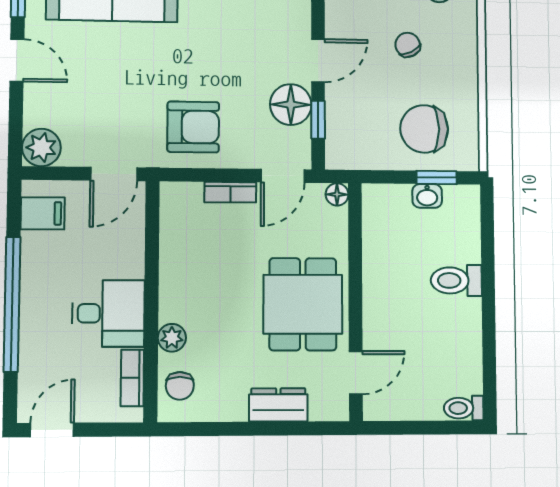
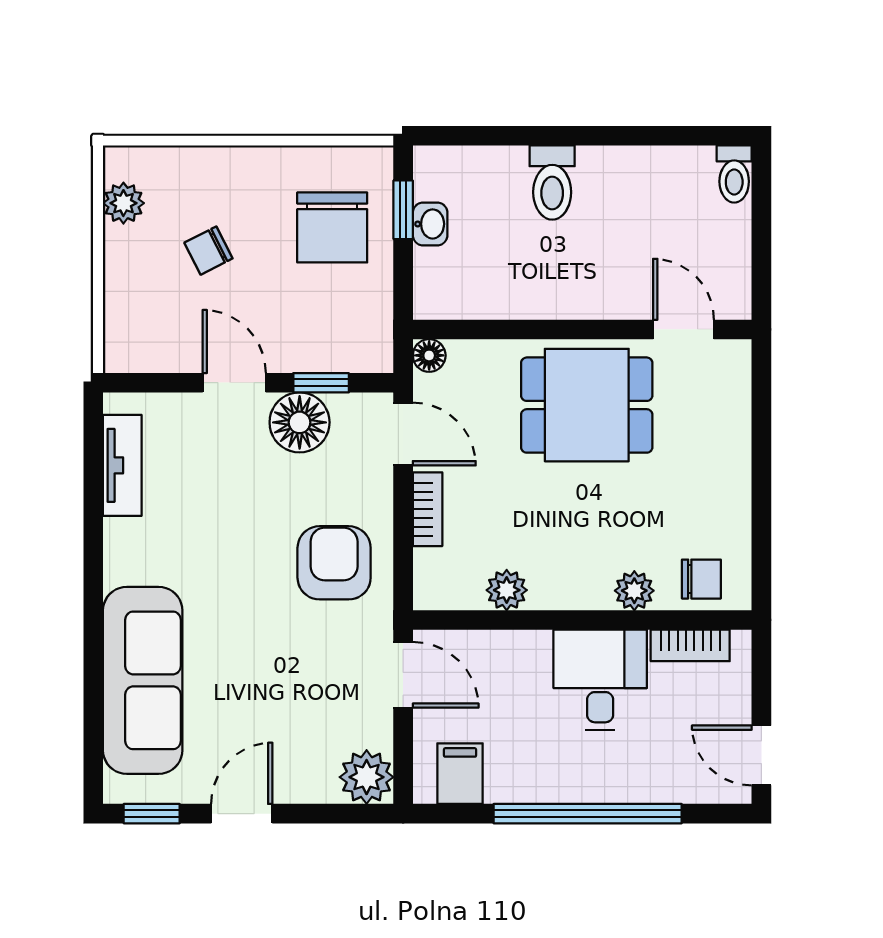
plant: (173, 247) -> (507, 590), added
dresser: (278, 405) -> (728, 440), removed

